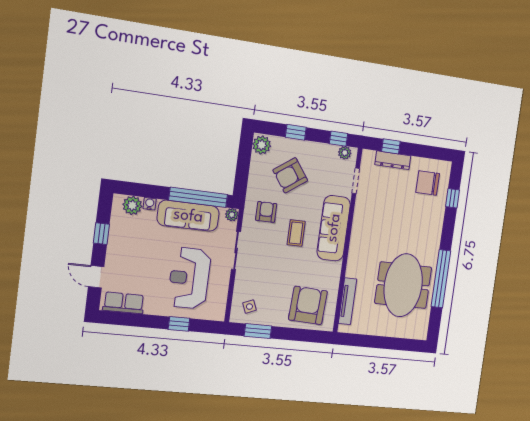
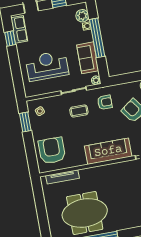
window: (198, 197) -> (97, 38), moved
sofa: (188, 216) -> (88, 58), width x0.73
coffee table: (296, 233) -> (79, 111), moved
armchair: (308, 305) -> (52, 150), turned -93
window: (179, 324) -> (10, 38), moved

